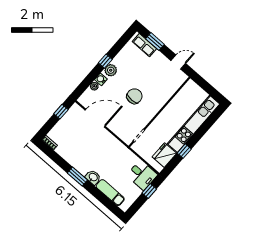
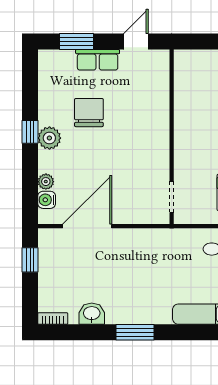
row of seats: (144, 45) -> (98, 60), moved
water cooler: (101, 79) -> (47, 200), moved
chair: (134, 96) -> (89, 113), moved
washbasin: (93, 177) -> (92, 314), moved

